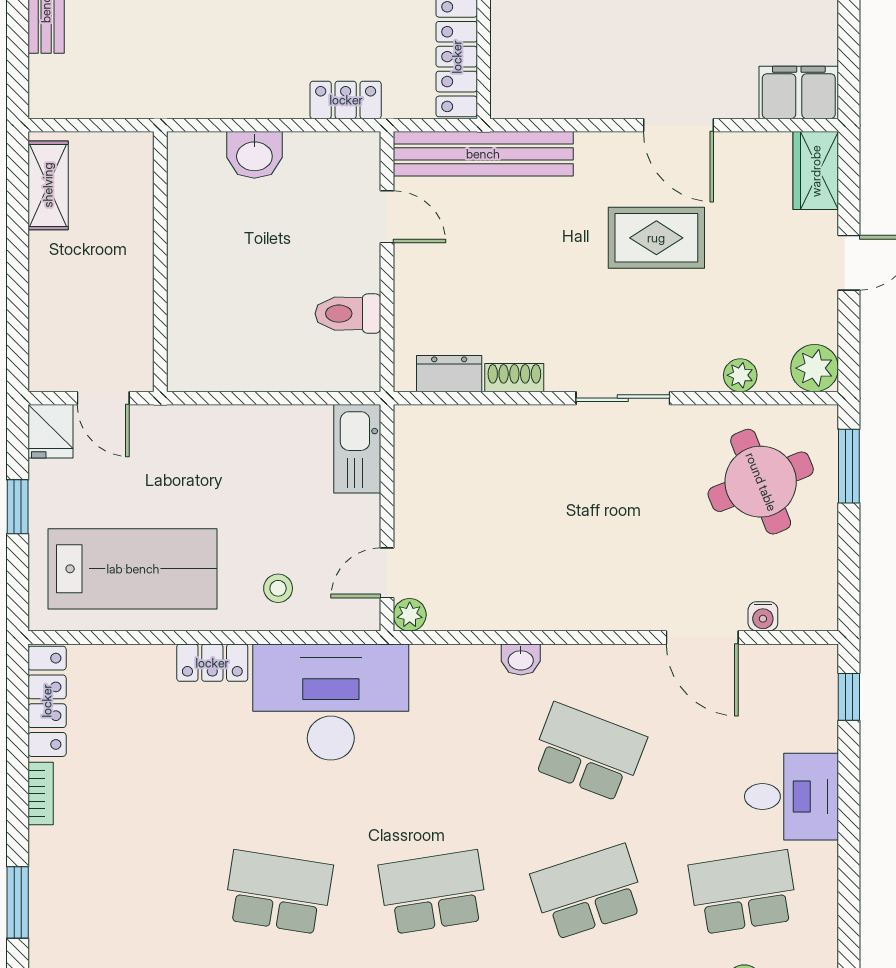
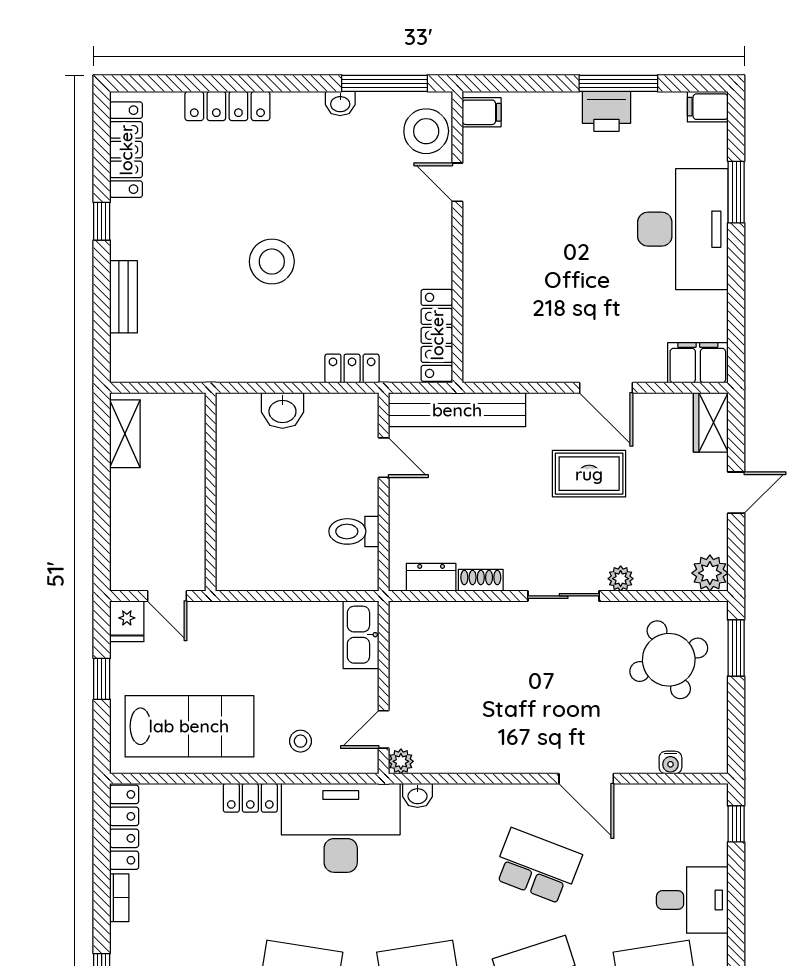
plant: (740, 375) -> (621, 579), moved
door: (702, 637) -> (586, 779), moved
washbasin: (521, 659) -> (417, 795), moved

